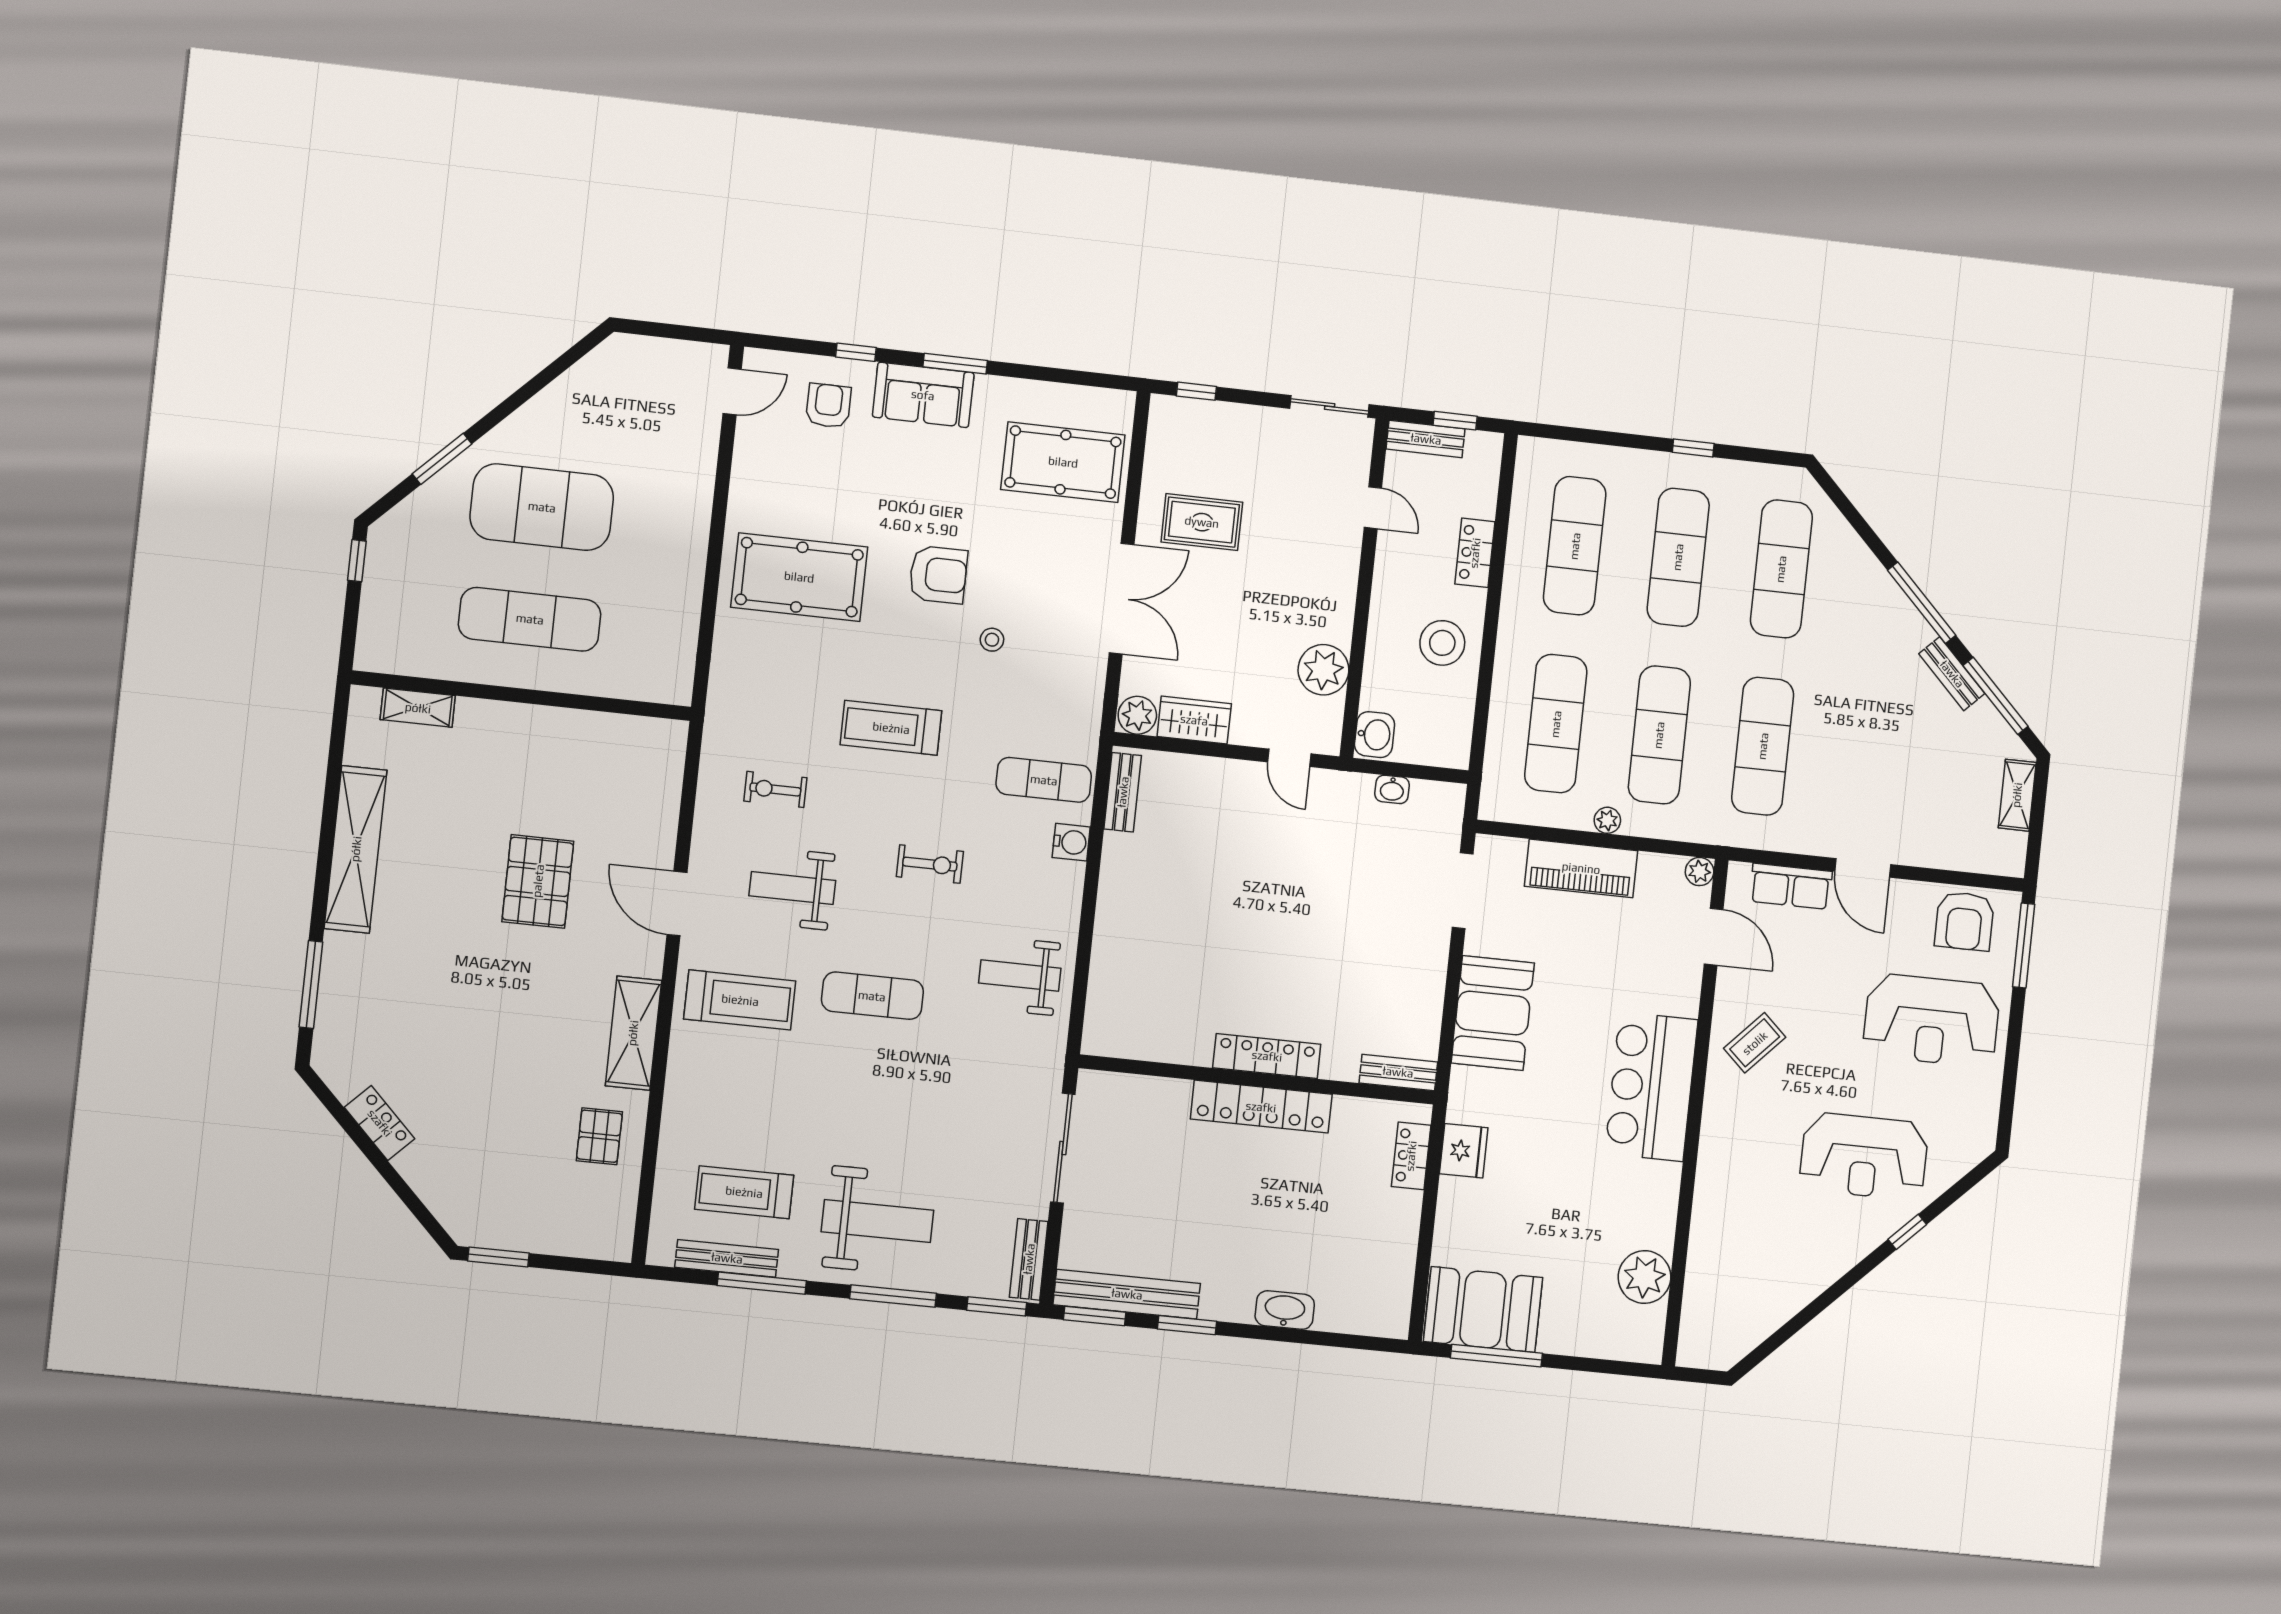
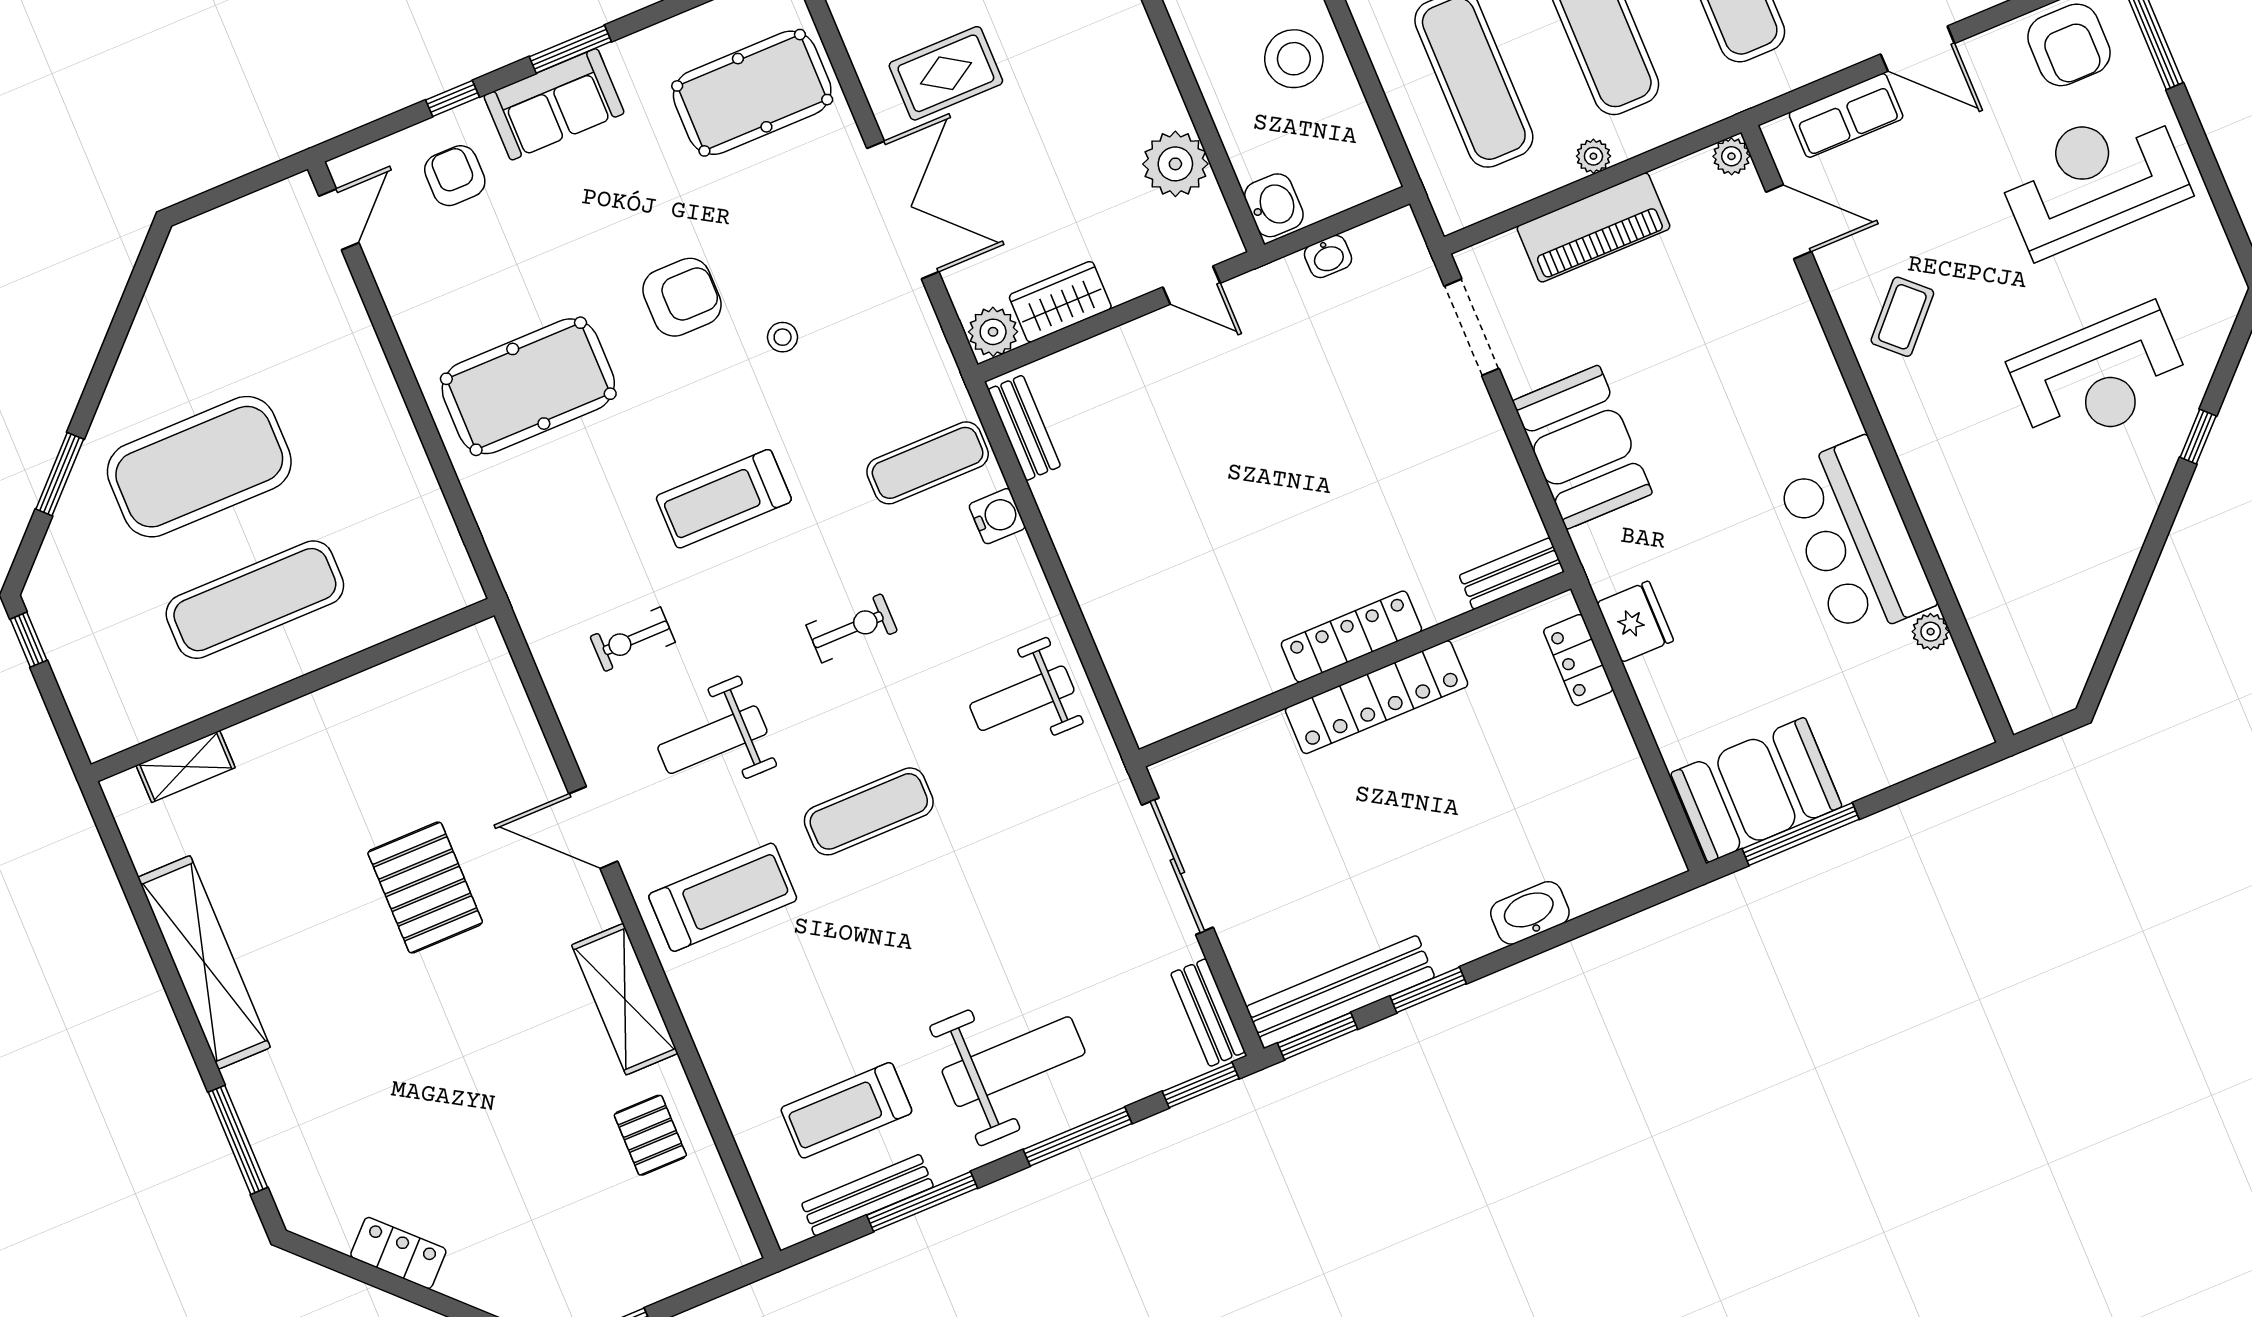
reception desk: (1931, 1020) -> (2093, 179), turned 180
bar counter: (1651, 1087) -> (1855, 539), moved
plant: (1645, 1277) -> (1931, 632), width x0.53, depth x0.53

